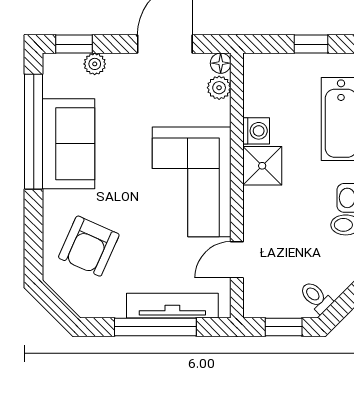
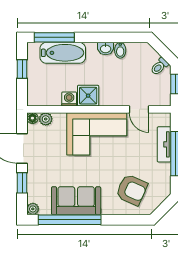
window: (74, 44) -> (22, 183), moved
plant: (95, 64) -> (33, 209), moved
tv unit: (172, 306) -> (164, 144), width x0.71

